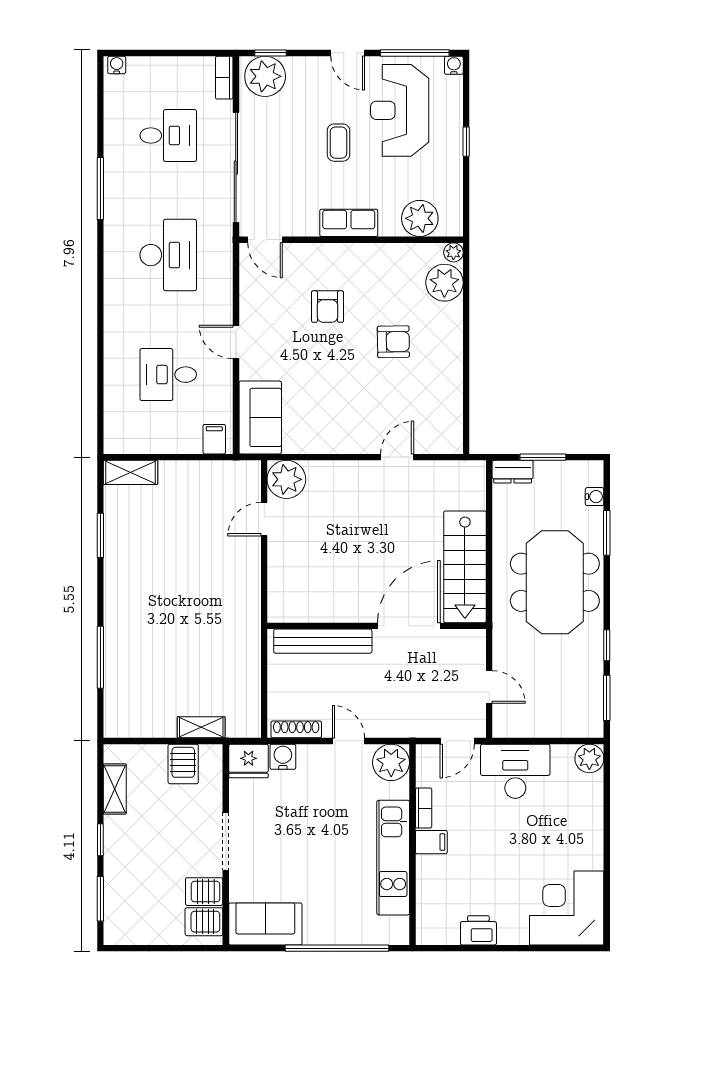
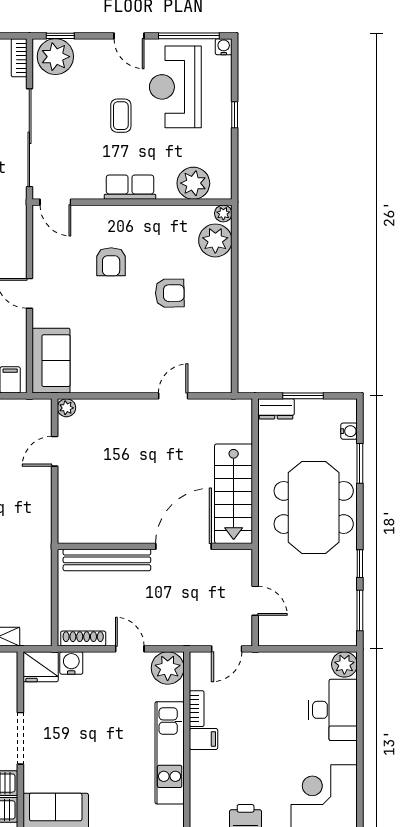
plant: (286, 479) -> (66, 408), width x0.53, depth x0.53
desk: (515, 771) -> (333, 710), moved, turned 90

